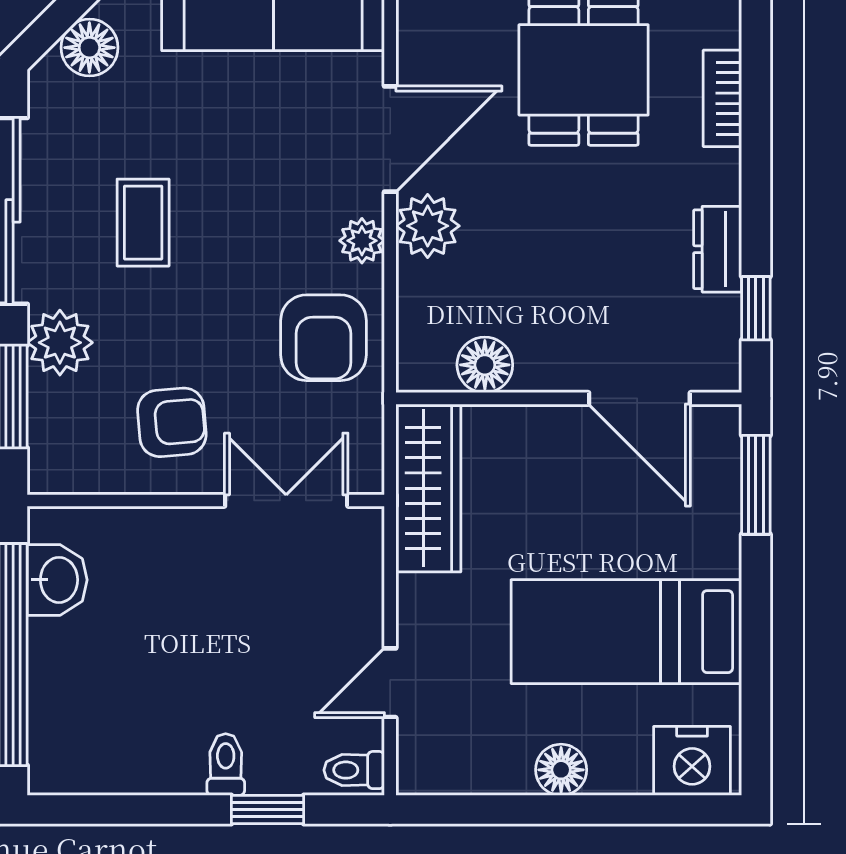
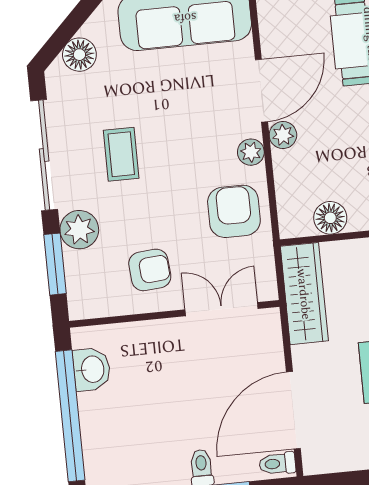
plant: (428, 226) -> (283, 135), width x0.73, depth x0.73
armchair: (323, 338) -> (234, 211), turned 180
door: (390, 683) -> (293, 410), width x1.87

